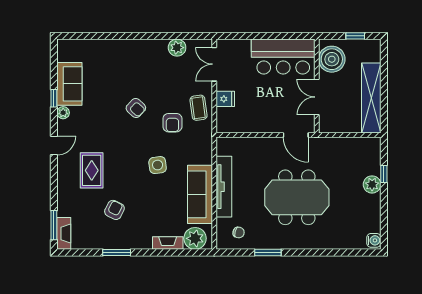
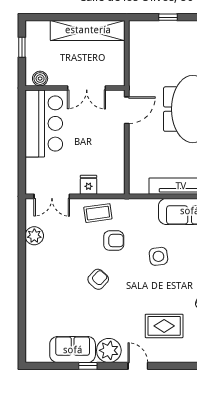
boiler: (332, 59) -> (40, 79), width x0.54, depth x0.54
plant: (63, 113) -> (109, 350), width x1.87, depth x1.87
plant: (372, 184) -> (179, 30), removed

